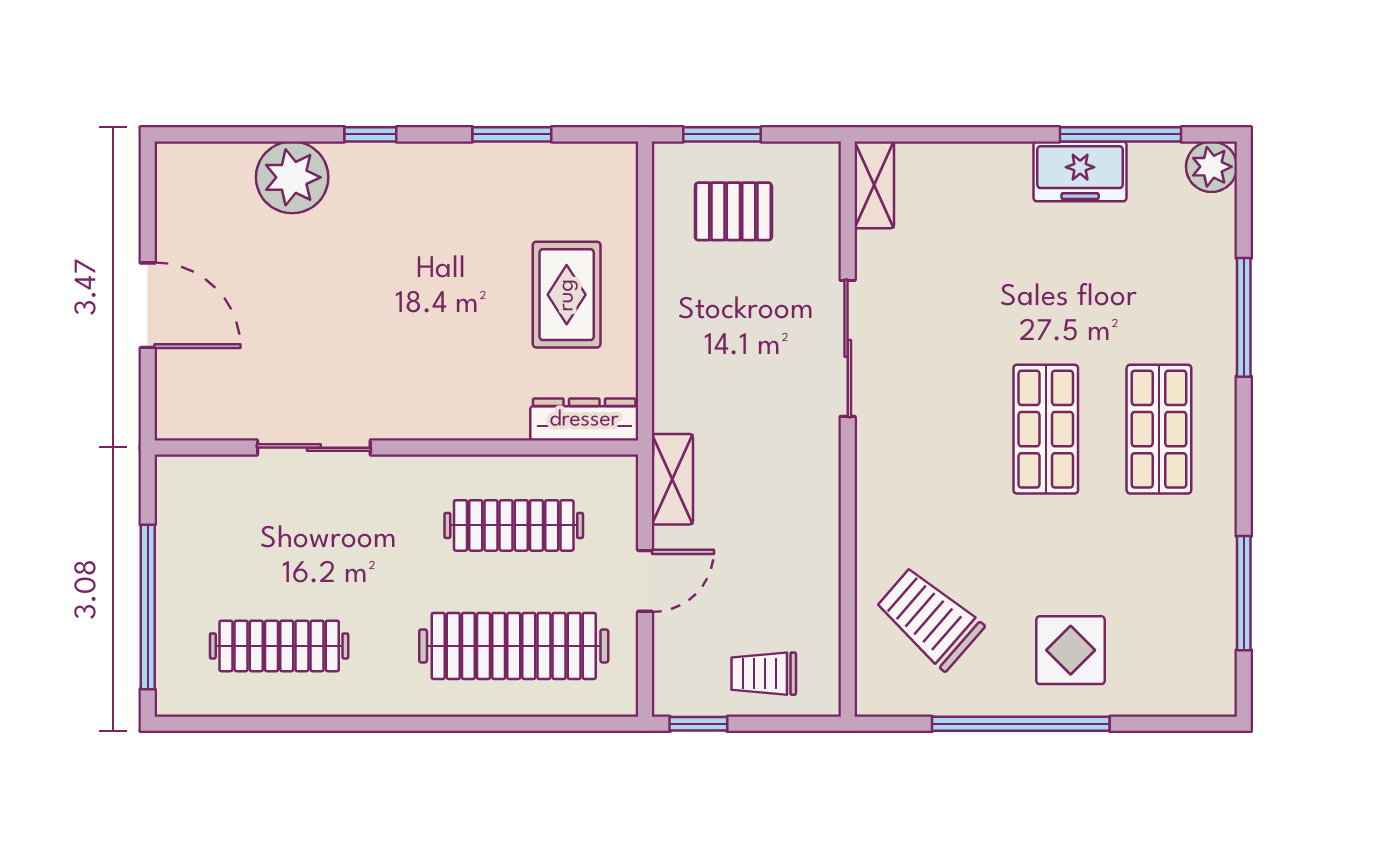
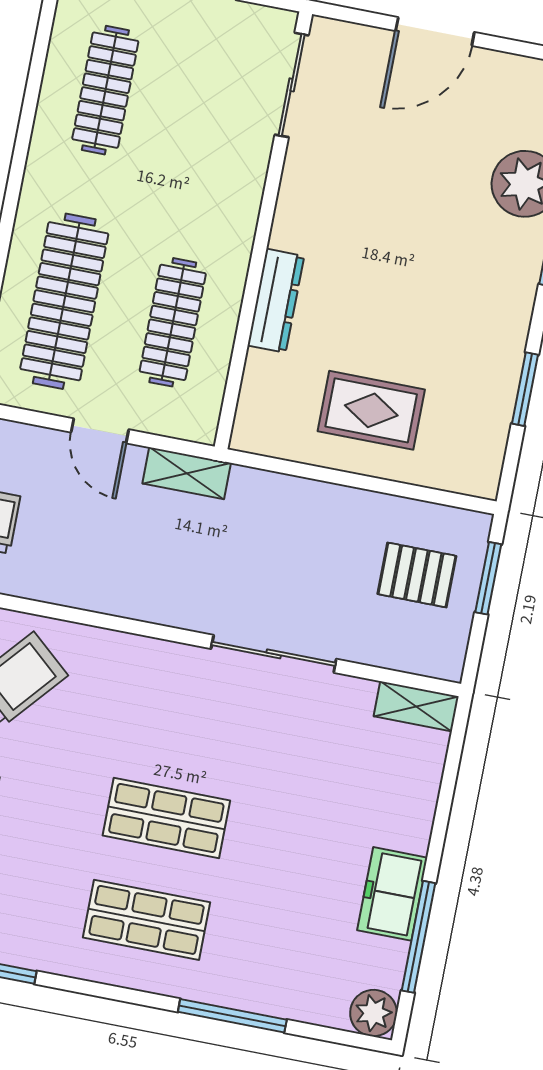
pallet: (733, 211) -> (417, 575), turned 90
dresser: (584, 420) -> (276, 301), moved
sliding door: (314, 448) -> (292, 85), moved

